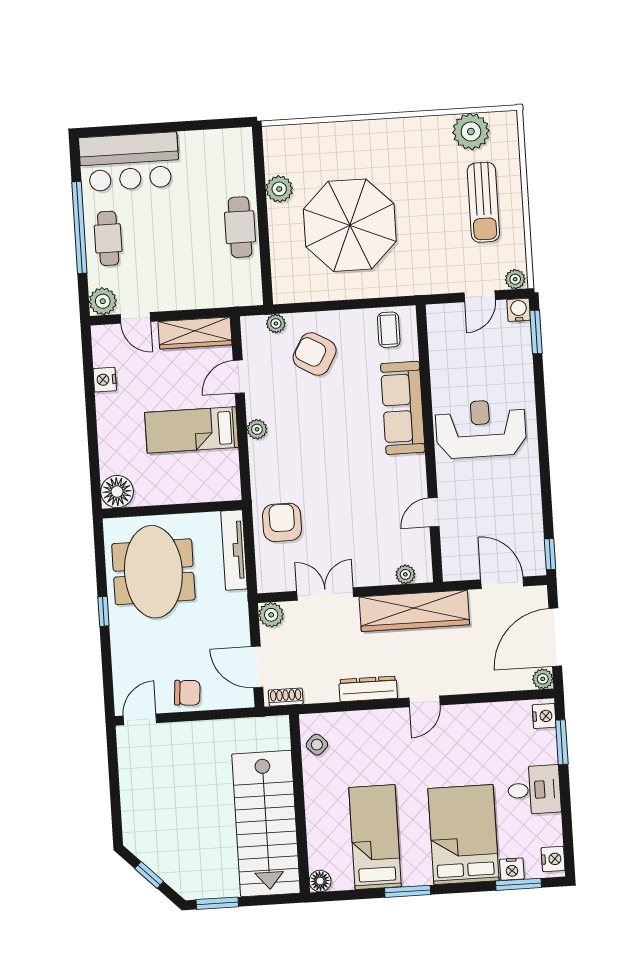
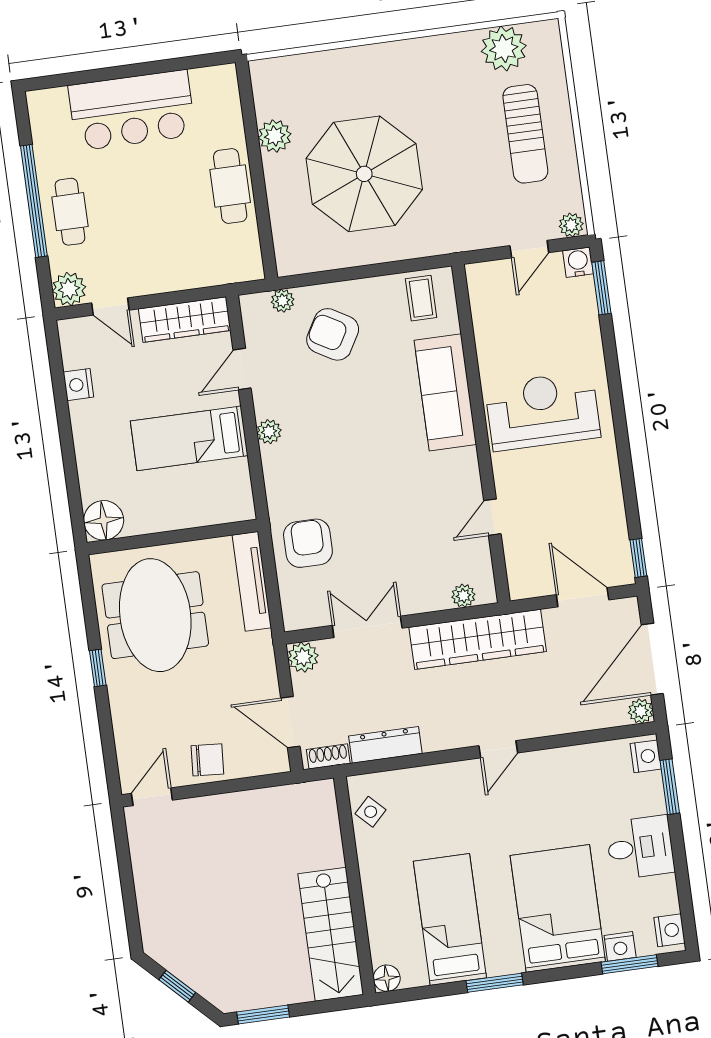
bar counter: (129, 162) -> (132, 110), moved
dresser: (368, 689) -> (385, 745), moved
stairs: (266, 824) -> (331, 934), width x0.73, depth x0.66

